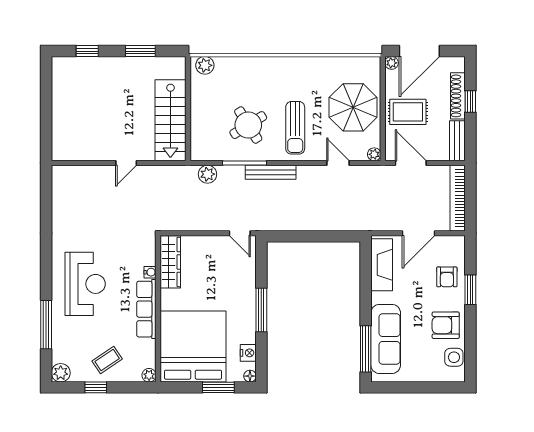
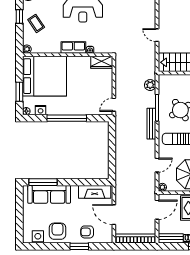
wardrobe: (170, 262) -> (102, 62), width x0.67
row of seats: (146, 309) -> (73, 48), width x0.68
window: (261, 310) -> (67, 118), width x1.46

